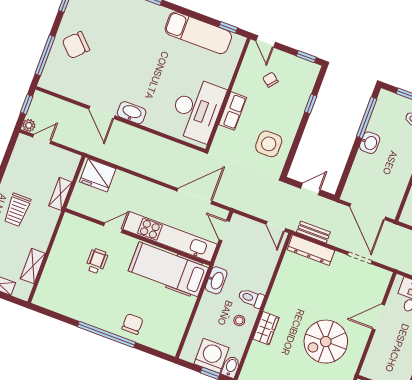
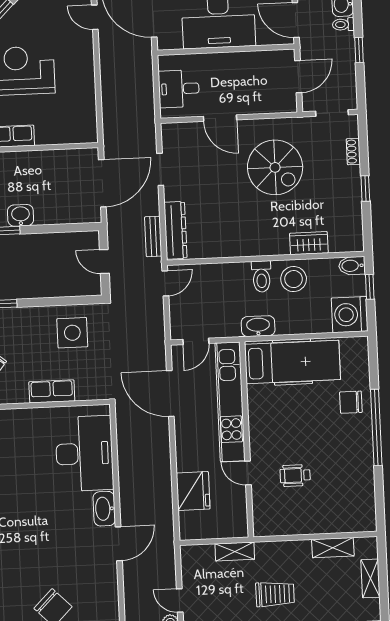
desk: (197, 110) -> (84, 453), moved, turned 90
fridge: (98, 175) -> (193, 491), moved
hospital bed: (168, 269) -> (293, 362), moved, turned -90
stool: (239, 321) -> (294, 279), width x1.89, depth x1.89
wardrobe: (266, 328) -> (309, 243), moved
washing machine: (212, 356) -> (350, 315), moved

